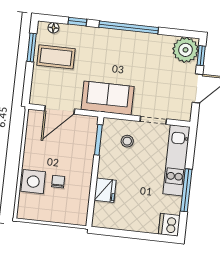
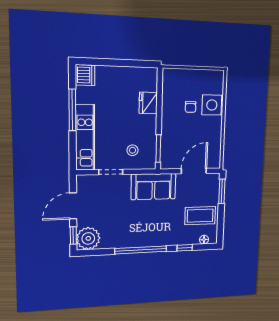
window: (32, 47) -> (222, 191), moved

